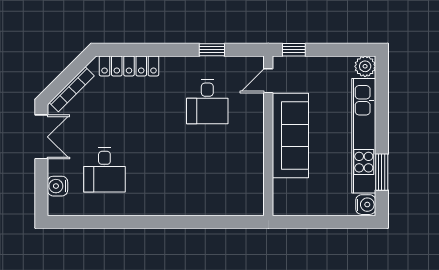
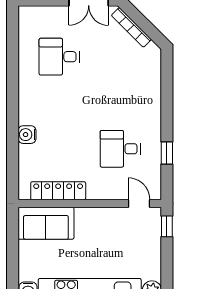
locker: (129, 66) -> (58, 191), moved, turned 90
sofa: (290, 135) -> (46, 223), moved, width x0.73
water cooler: (58, 186) -> (27, 135), moved, turned -90

